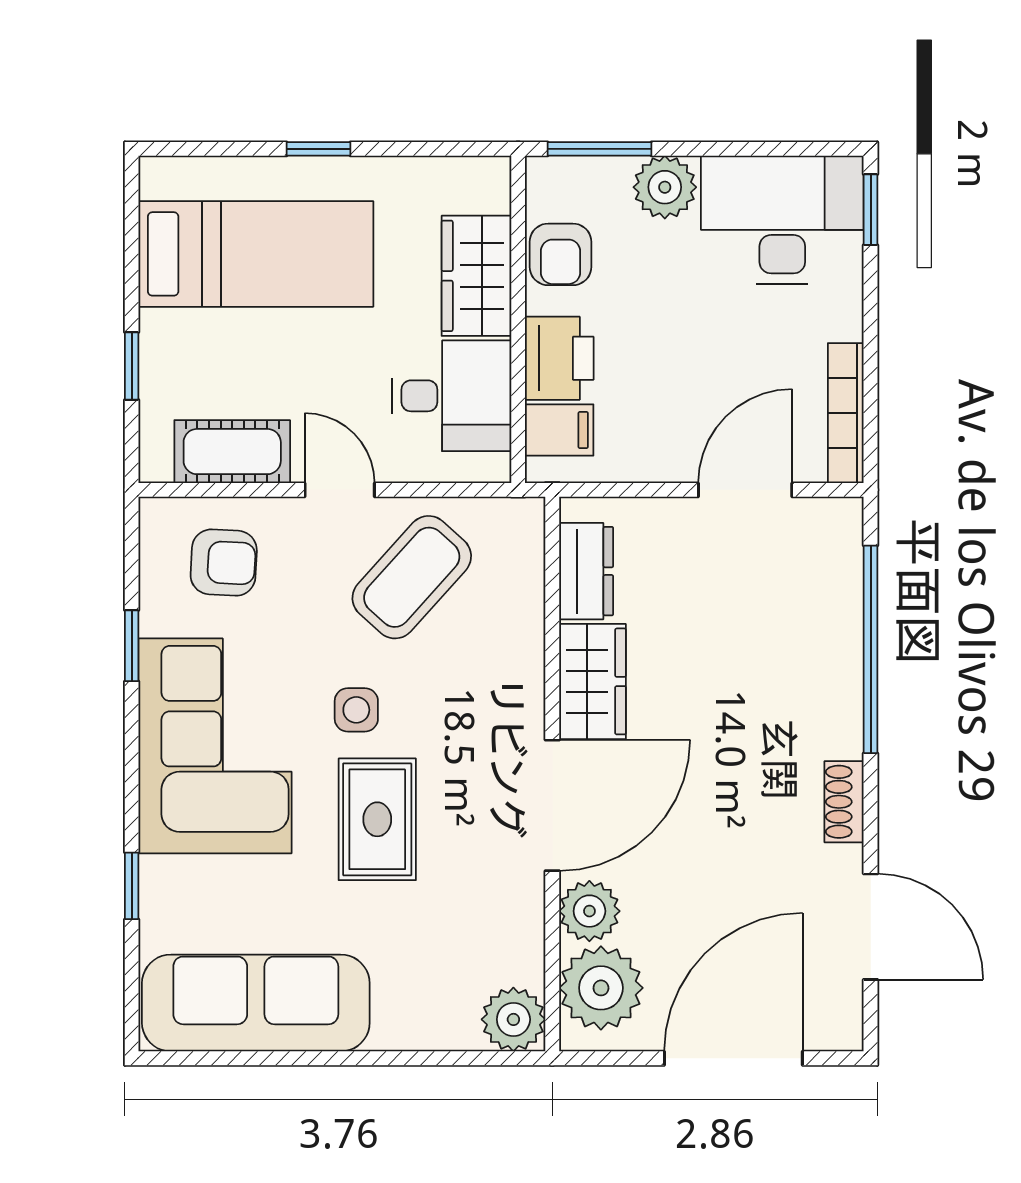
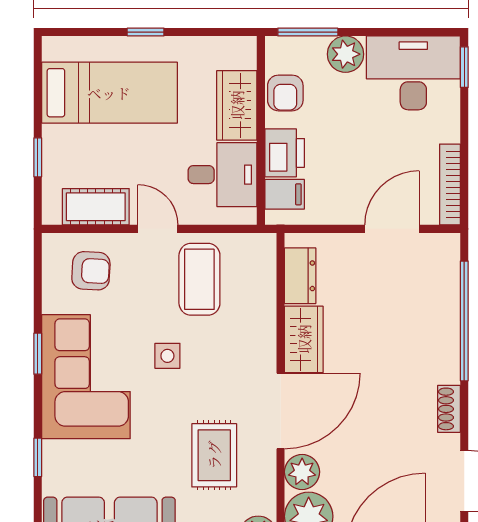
coffee table: (412, 577) -> (199, 279), turned -42
window: (132, 646) -> (38, 354), moved
rug: (377, 819) -> (214, 455), moved

